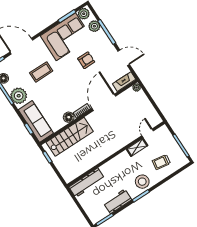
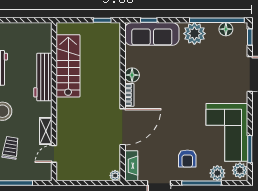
armchair: (86, 60) -> (187, 159), moved
coffee table: (41, 72) -> (205, 77), removed
door: (104, 102) -> (123, 127), hinge flipped
door: (148, 133) -> (54, 154), swing flipped
stairs: (70, 137) -> (68, 66), moved, turned 180
workbench: (87, 183) -> (43, 77), moved

